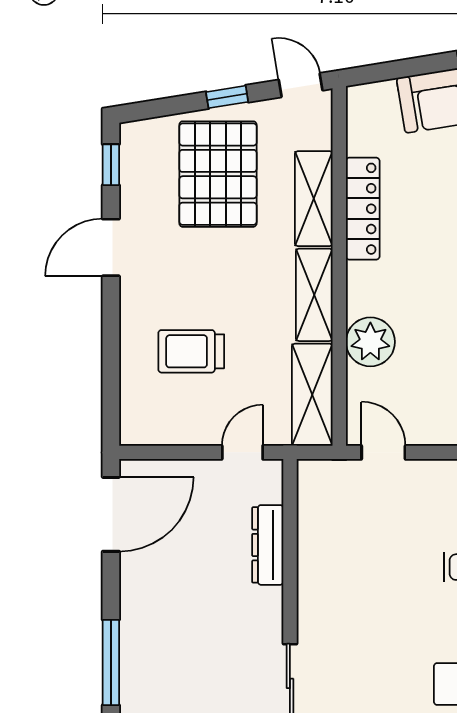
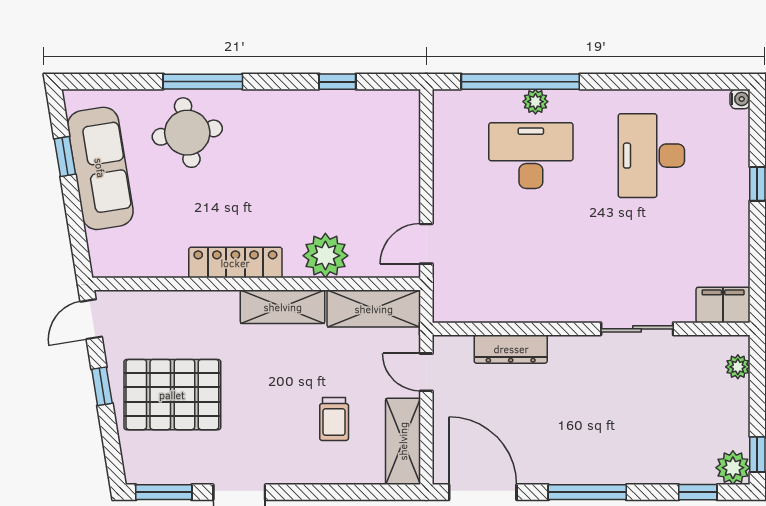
window: (111, 165) -> (164, 492), width x1.50
shelving: (314, 199) -> (403, 441), moved, turned 90
locker: (363, 209) -> (235, 263), moved
trolley: (191, 351) -> (334, 419), width x0.73, depth x0.72
window: (111, 662) -> (587, 492), moved

